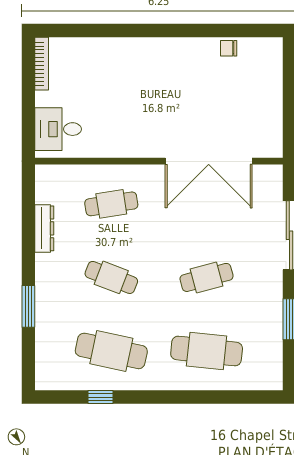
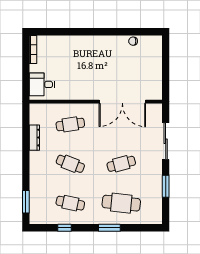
window: (28, 306) -> (26, 202), moved
cafe table: (111, 351) -> (70, 203), width x0.73, depth x0.74
window: (184, 397) -> (109, 228), added

